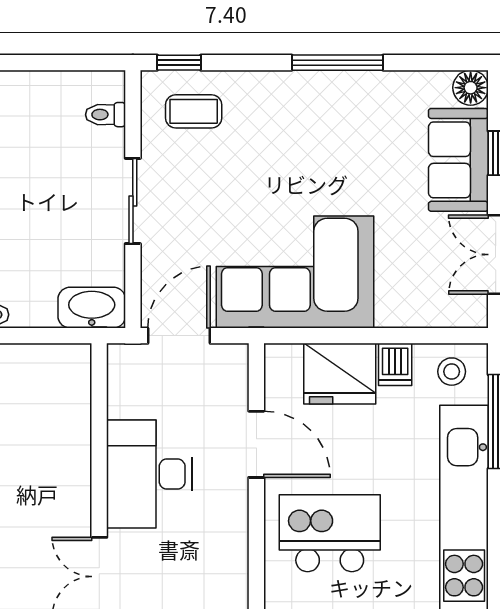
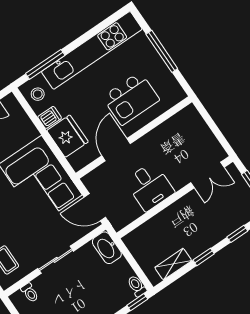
desk: (149, 474) -> (150, 186), width x0.73
kitchen island: (330, 533) -> (131, 99), turned -90

